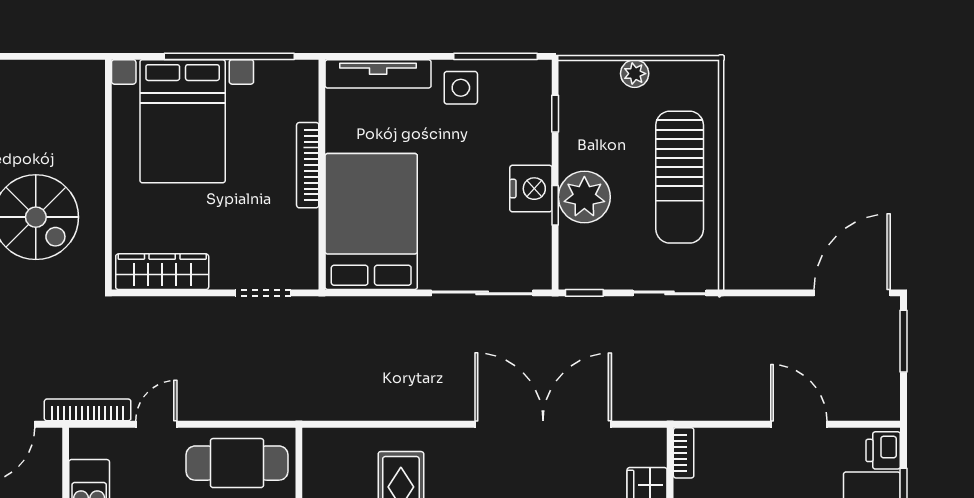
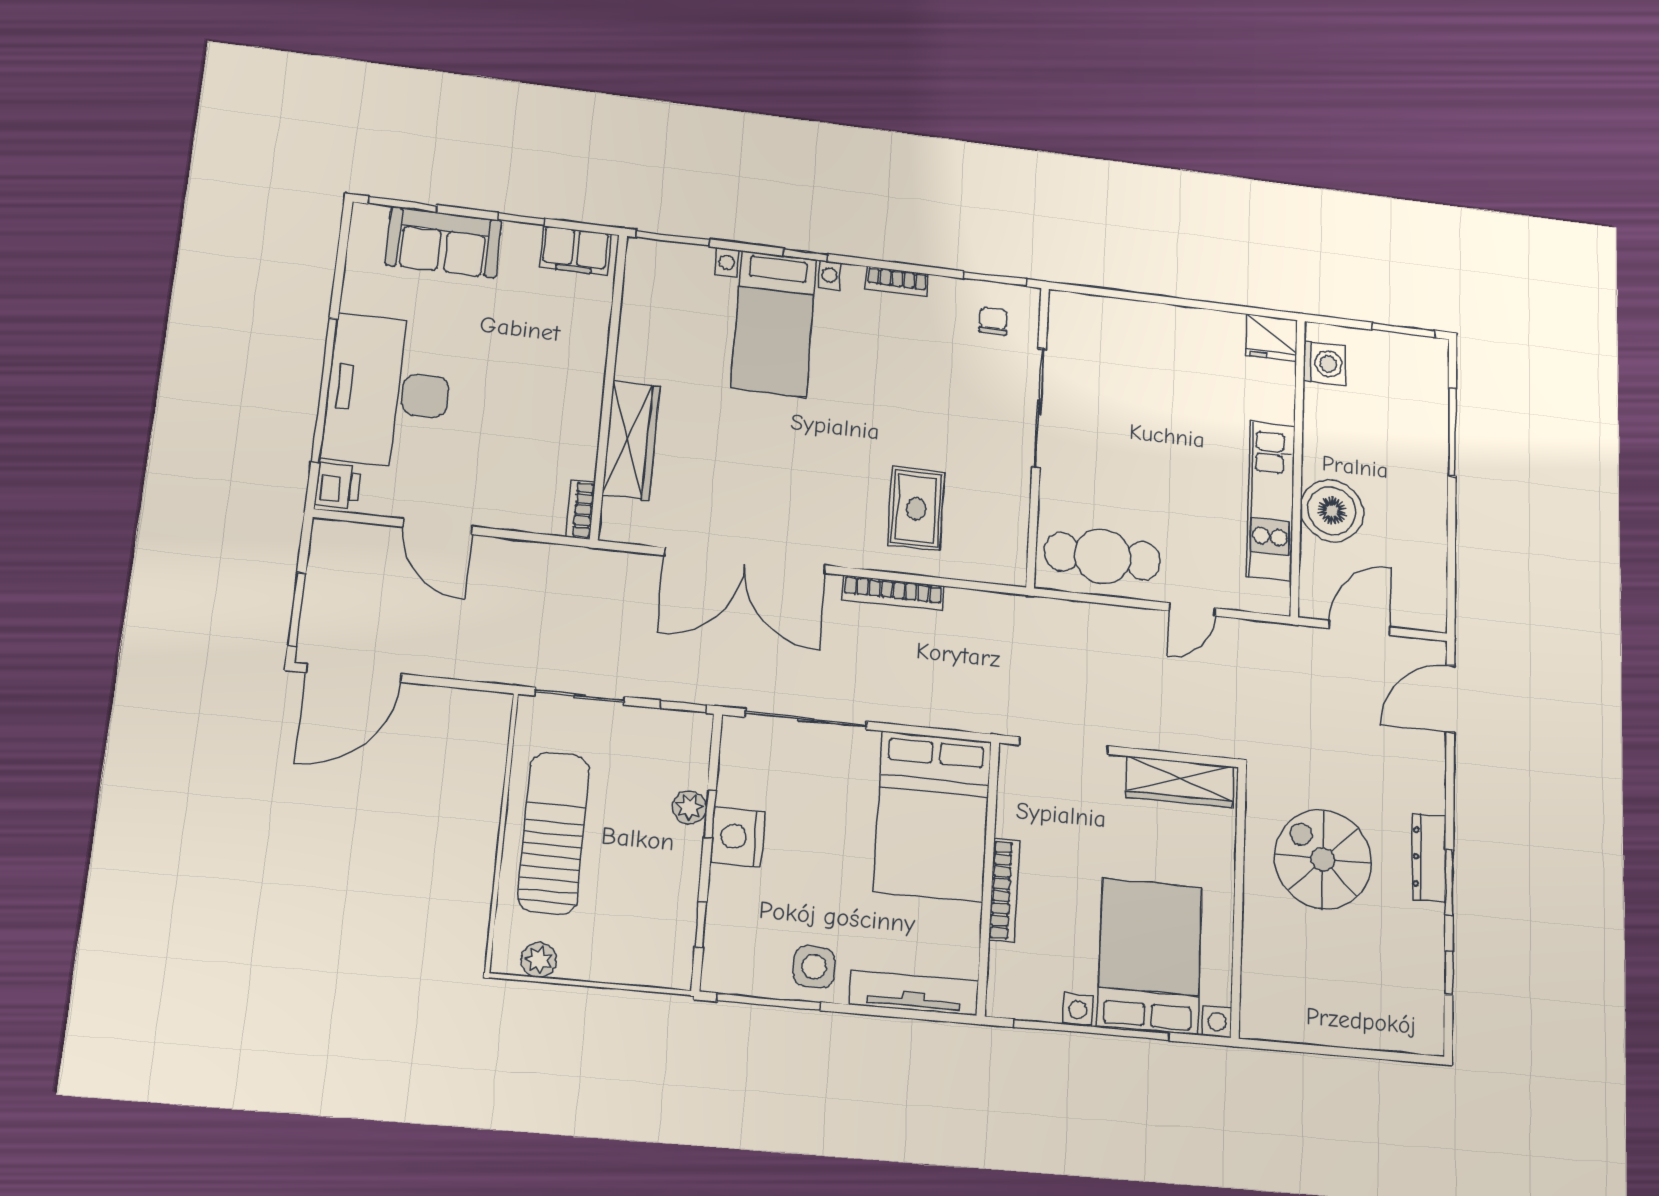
plant: (635, 74) -> (539, 960), moved
plant: (584, 197) -> (689, 807), width x0.53, depth x0.53
doorway: (263, 293) -> (1064, 745), width x1.38
bookcase: (88, 410) -> (893, 593), moved

